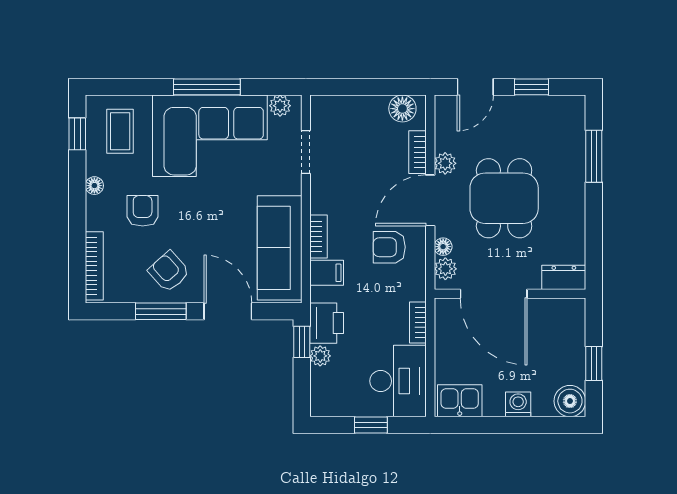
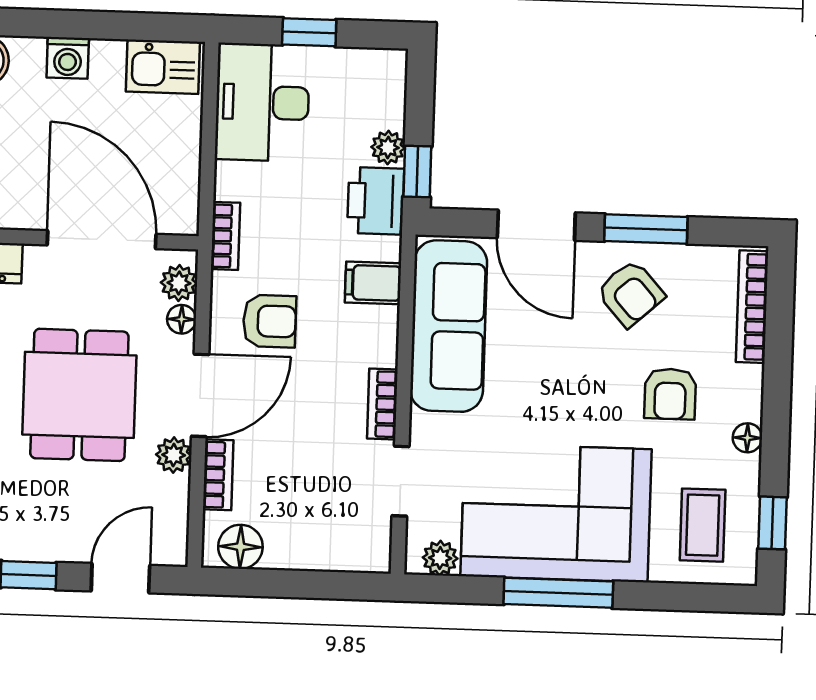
bookcase: (318, 237) -> (382, 404), moved
bookcase: (418, 322) -> (225, 236), moved

